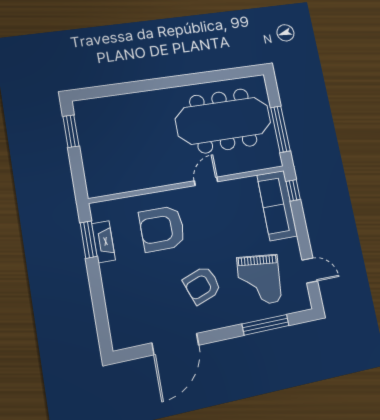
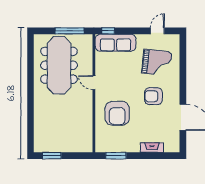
fireplace: (104, 242) -> (152, 148), moved
armchair: (202, 285) -> (153, 96), turned 110
window: (265, 325) -> (183, 64), removed

